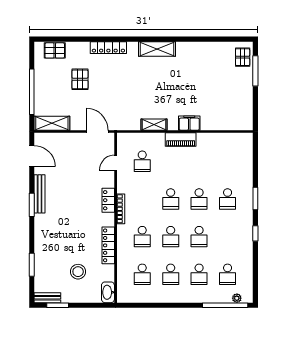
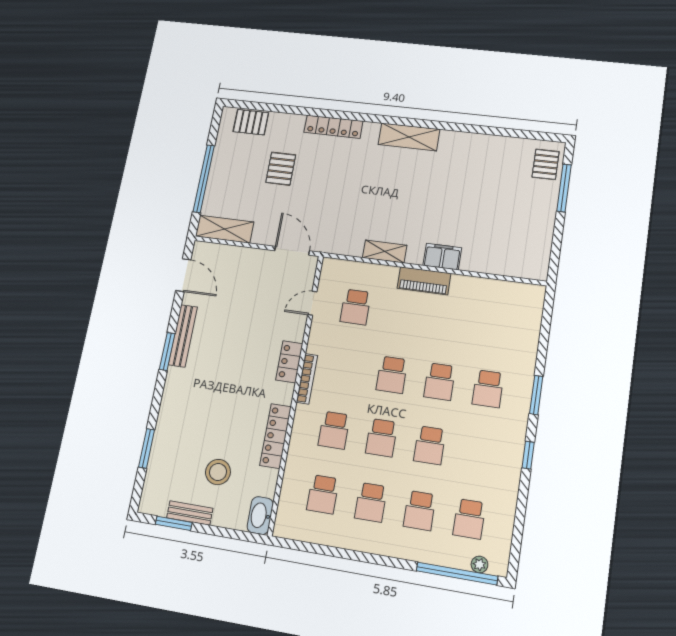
bench: (47, 298) -> (190, 513), moved

